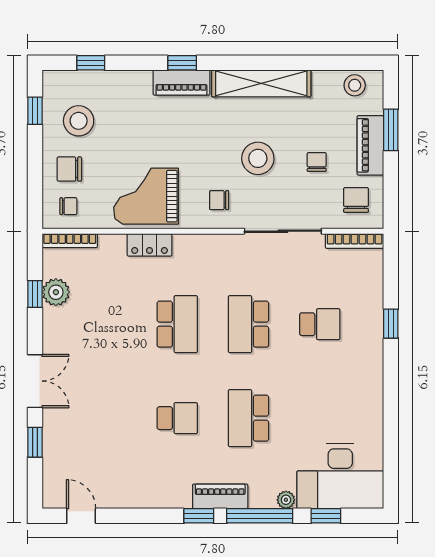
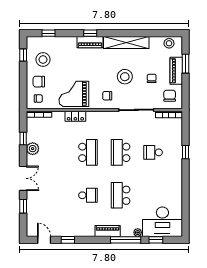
plant: (56, 292) -> (33, 149), moved
school desk: (320, 324) -> (153, 152), turned 180
window: (199, 516) -> (68, 240), moved

